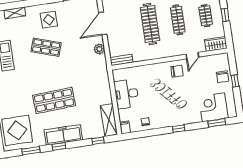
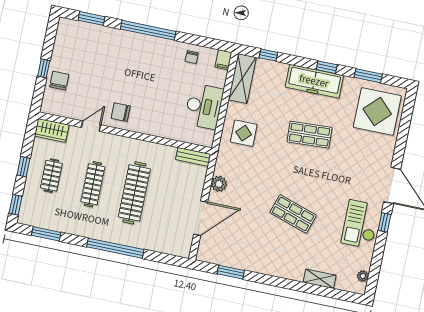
display table: (49, 20) -> (244, 133), moved
shop shelf: (54, 100) -> (310, 135), width x0.70, depth x0.74
corner desk: (213, 107) -> (88, 42), removed
window: (179, 129) -> (148, 30), width x3.17

